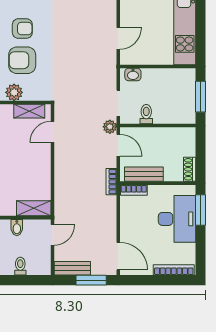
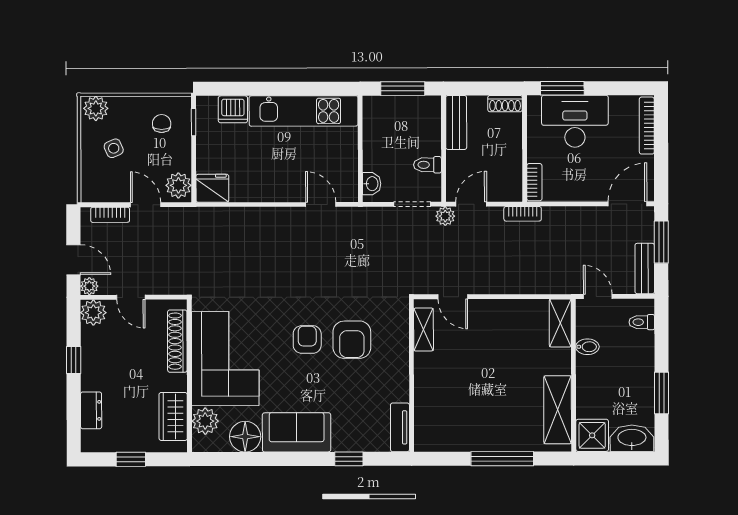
plant: (14, 92) -> (397, 351), removed
bench: (144, 174) -> (456, 122), moved
toilet: (20, 266) -> (642, 322), moved

